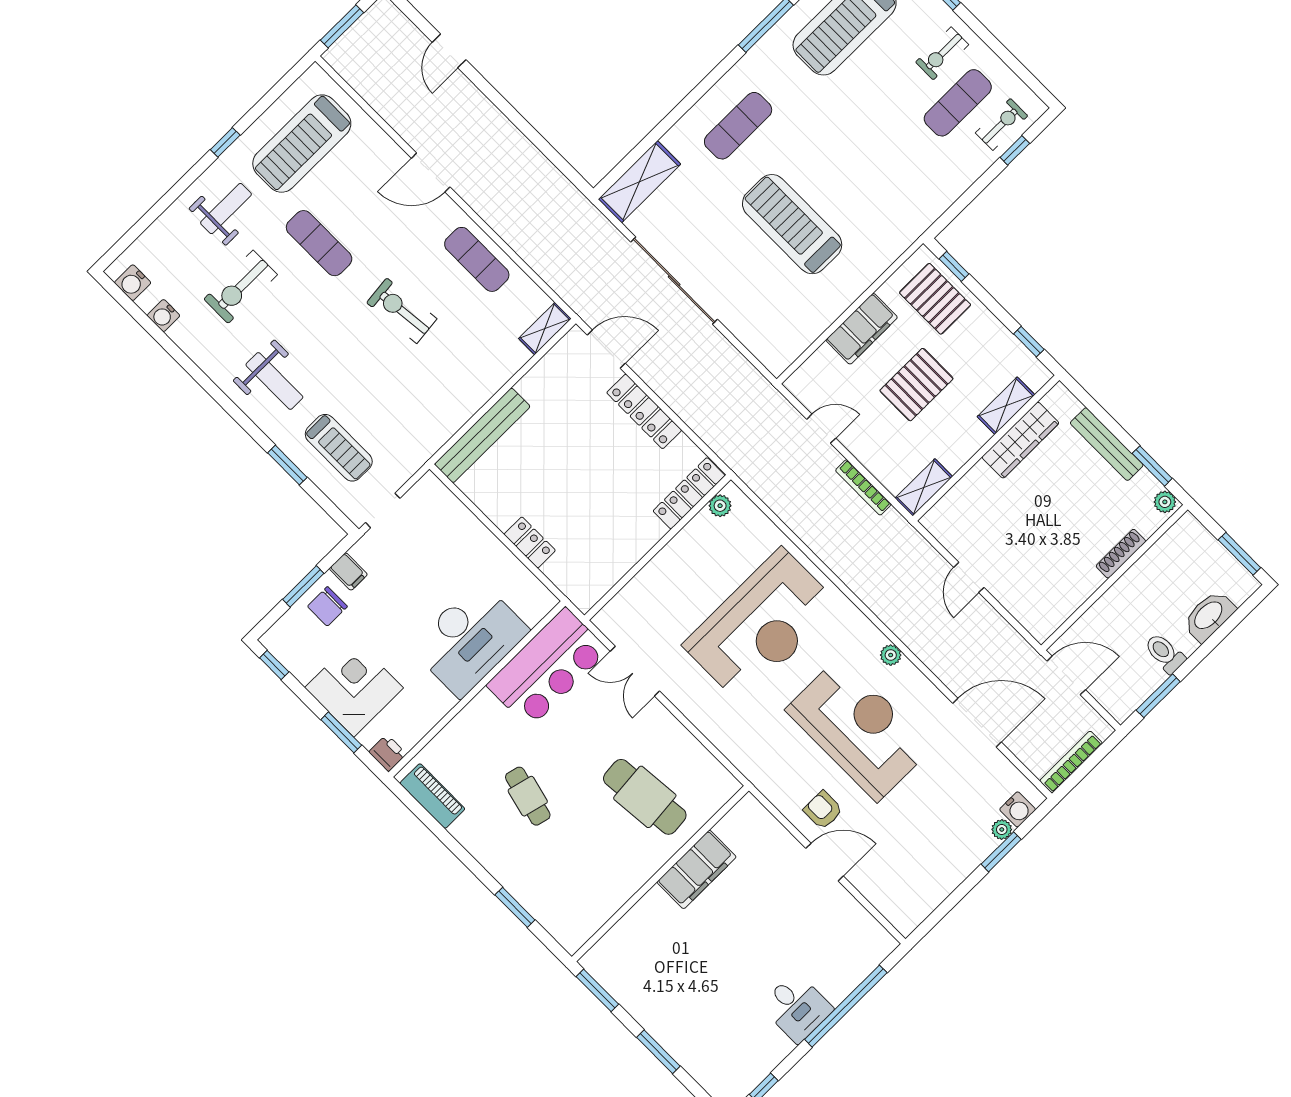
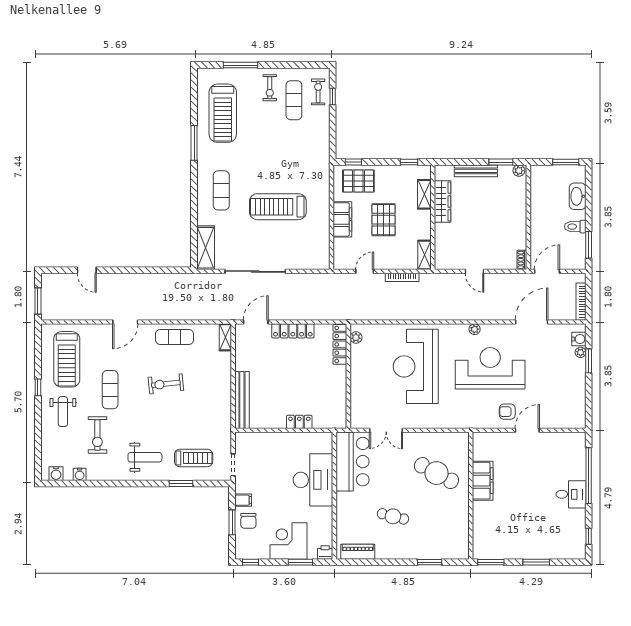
weight bench: (226, 209) -> (63, 412), turned 180
exercise mat: (319, 243) -> (110, 390), turned 90
shoe rack: (1121, 554) -> (522, 260), moved, width x0.70
reception desk: (761, 625) -> (416, 366), turned 180
cafe table: (645, 797) -> (436, 473), turned 33

